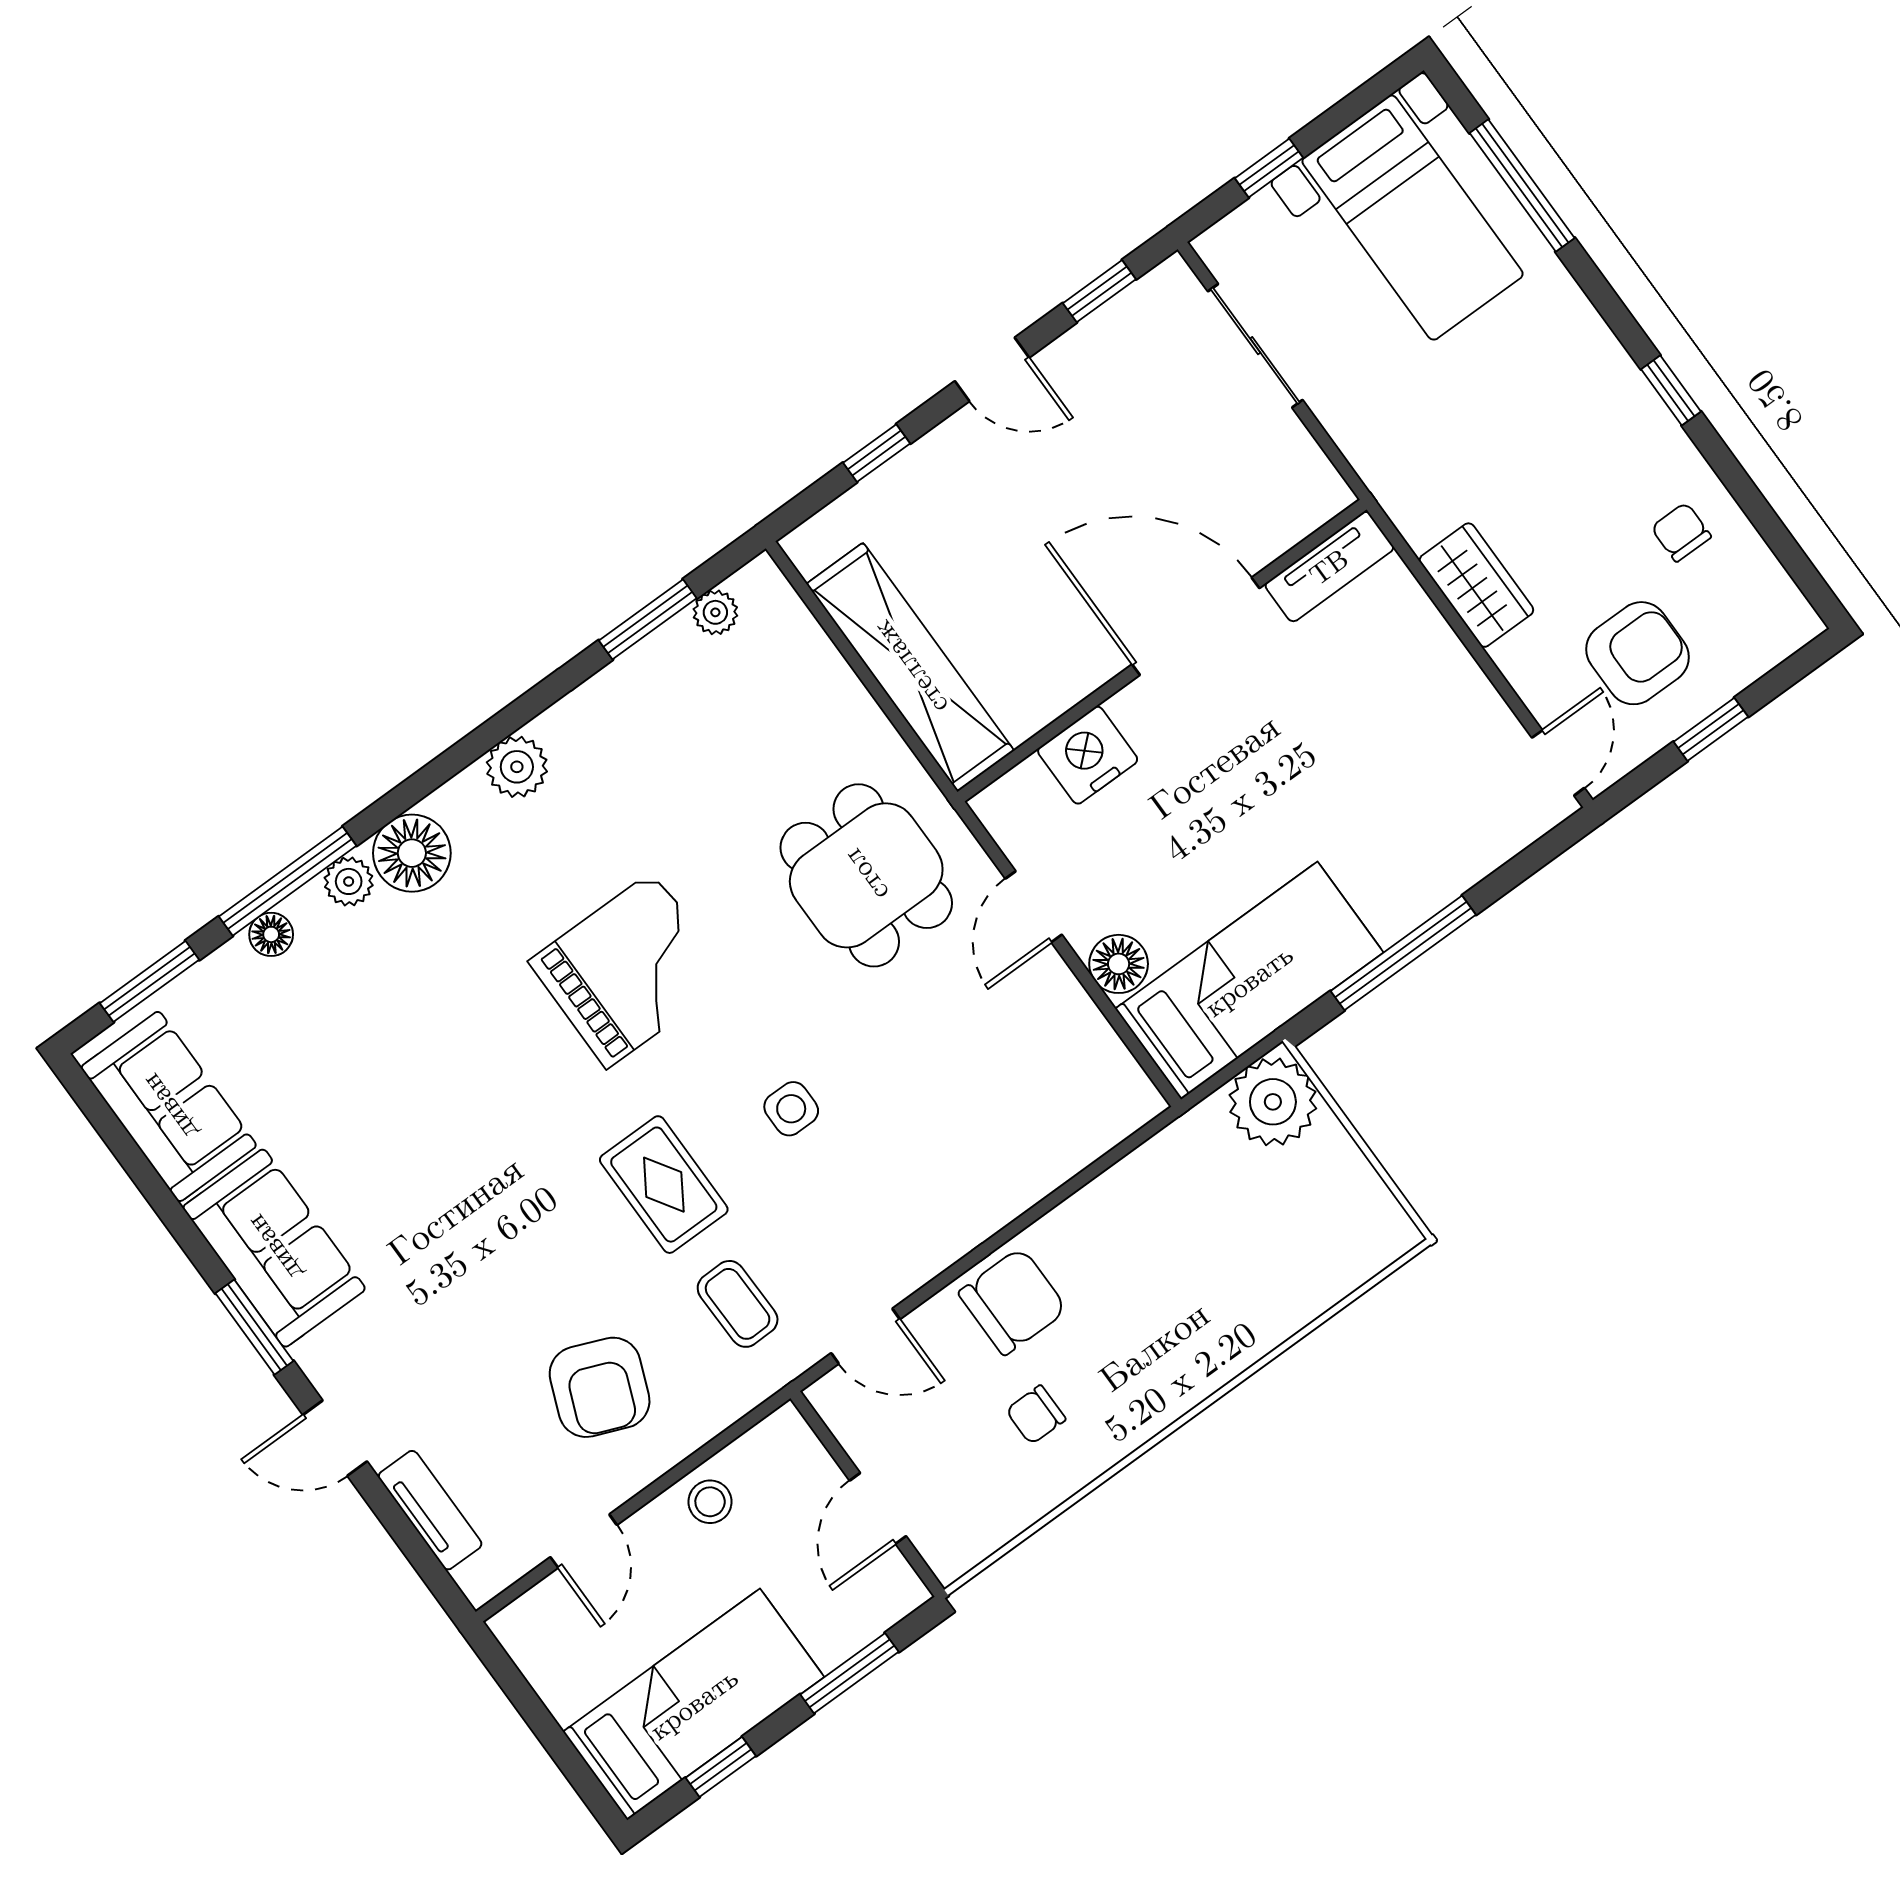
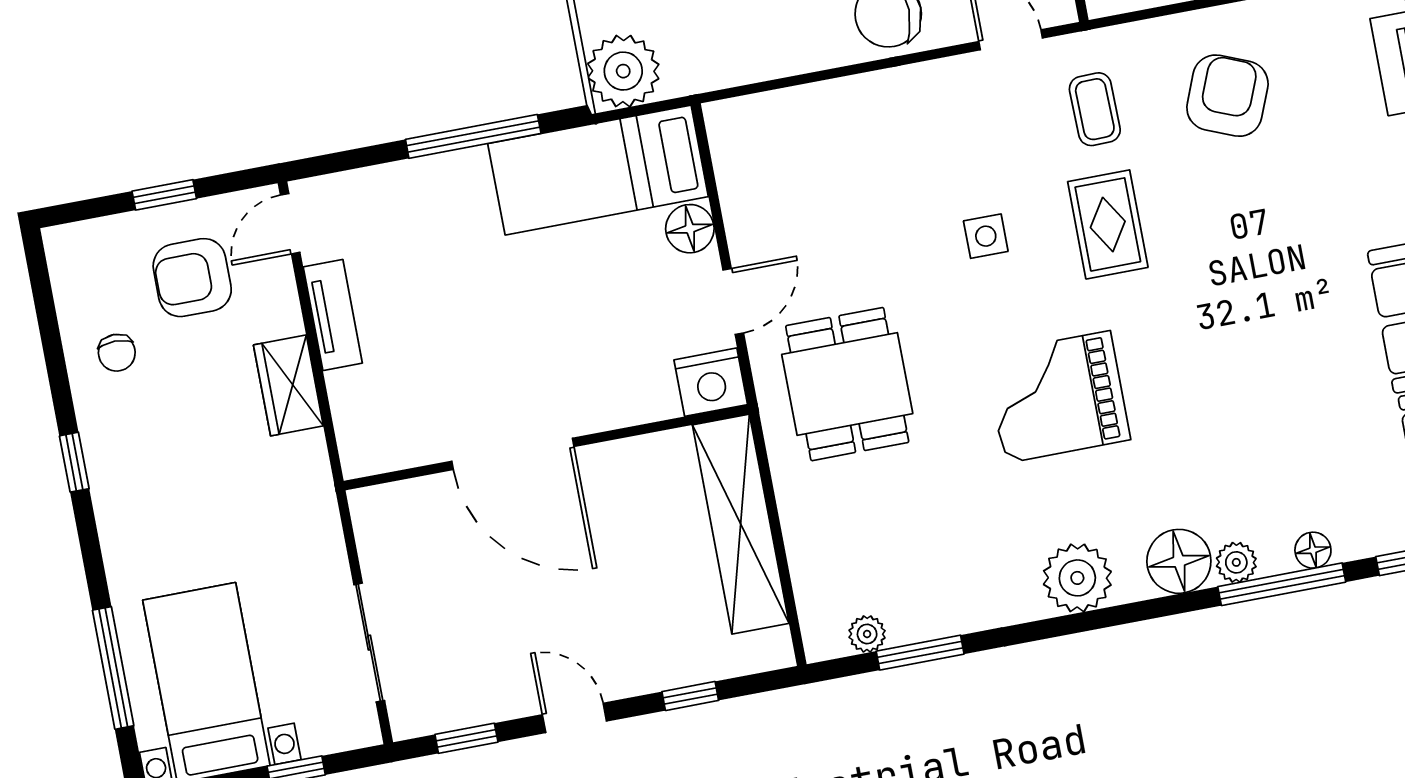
tv unit: (1329, 567) -> (333, 315), moved, turned 90
nightstand: (1088, 755) -> (711, 382), moved
plant: (517, 767) -> (1077, 578), width x1.36, depth x1.36

